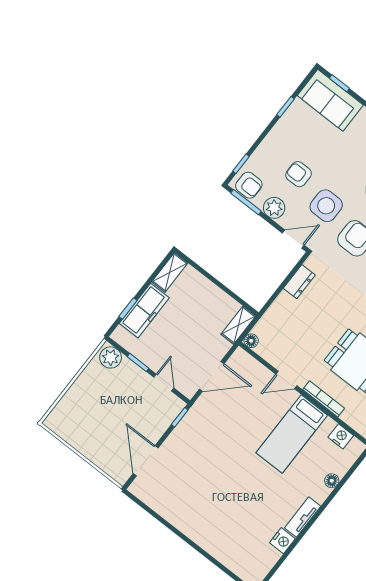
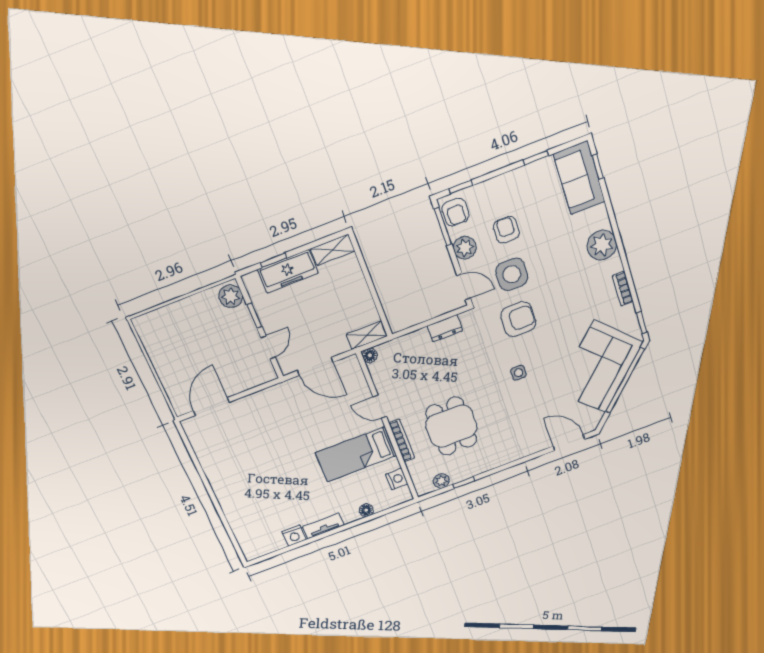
window: (180, 417) -> (265, 386), removed

